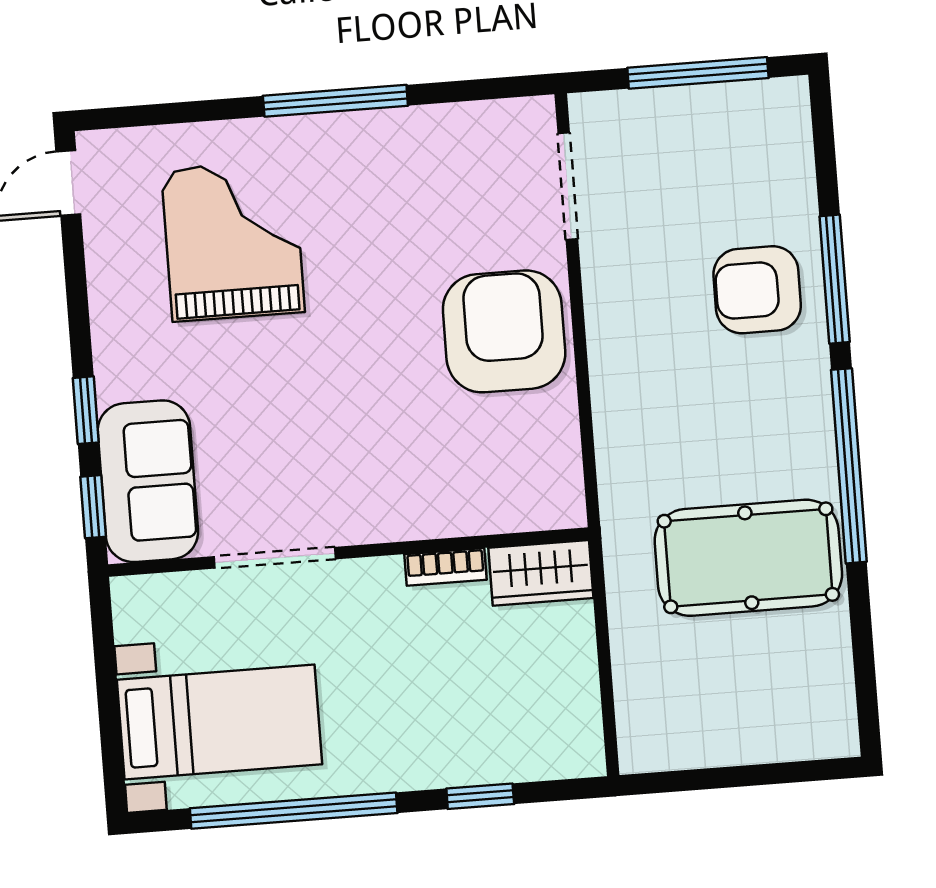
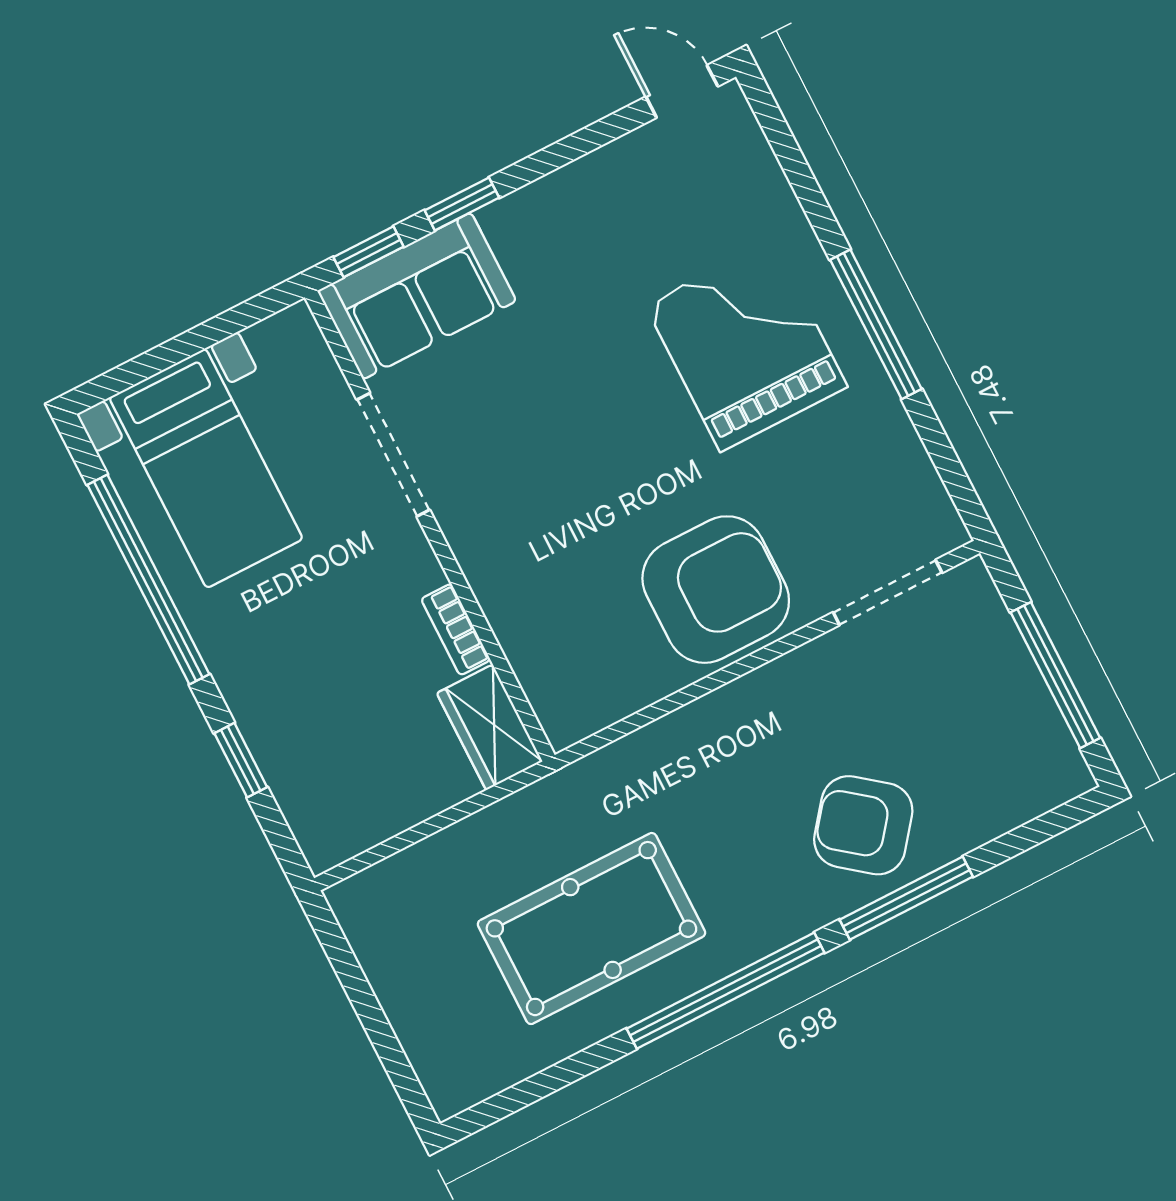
grand piano: (233, 241) -> (746, 346), moved, turned -90
armchair: (757, 290) -> (863, 825), turned -52
pool table: (748, 558) -> (591, 929), turned 90

